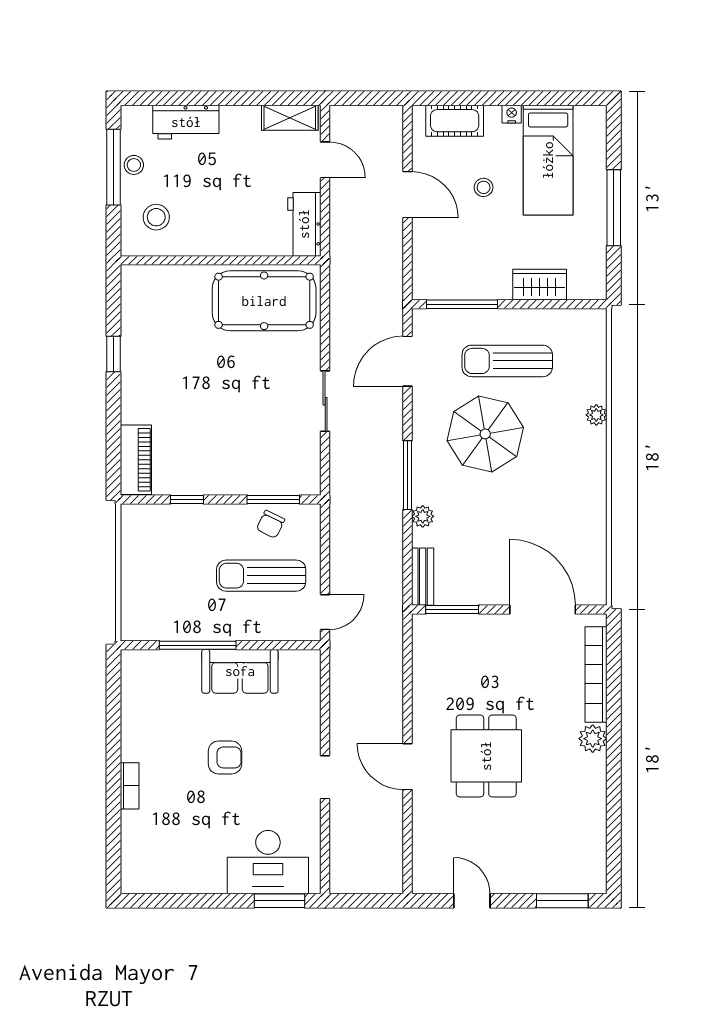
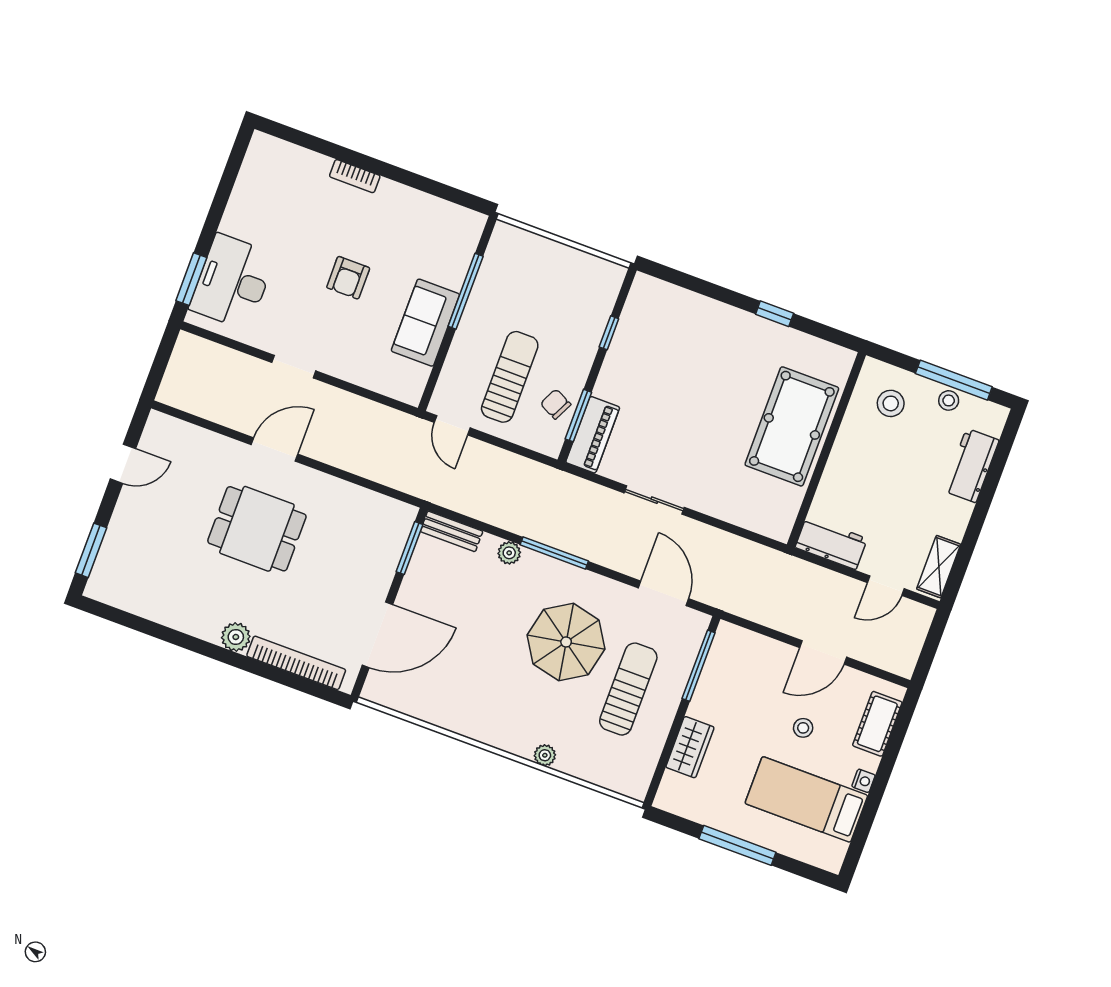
pool table: (264, 301) -> (792, 426), moved
piano: (136, 460) -> (593, 435), moved, turned -90

